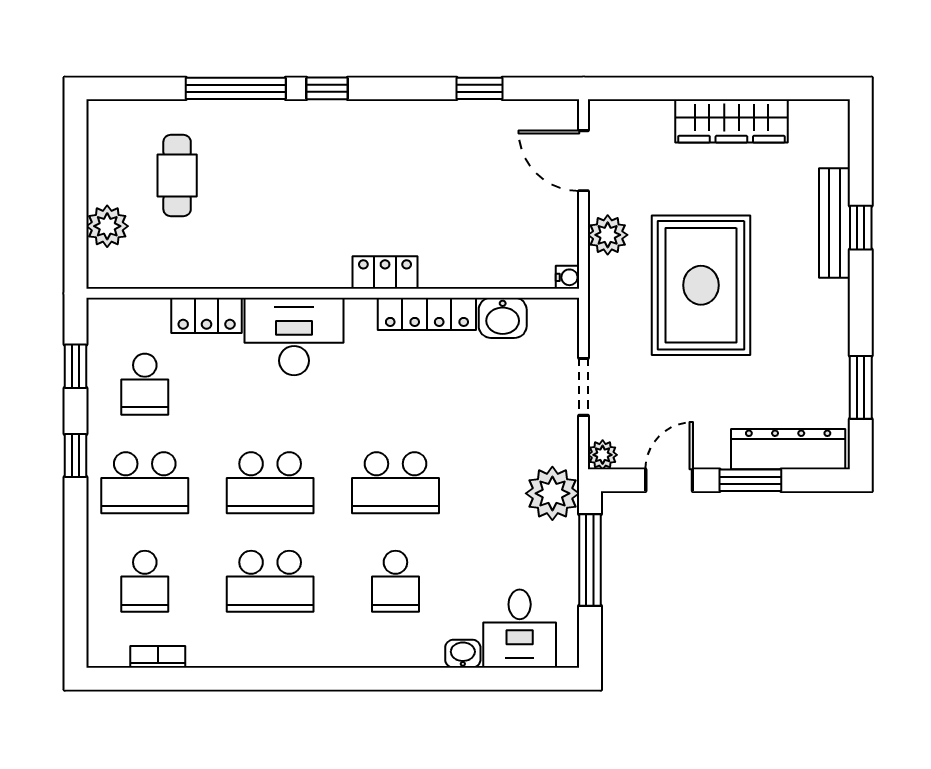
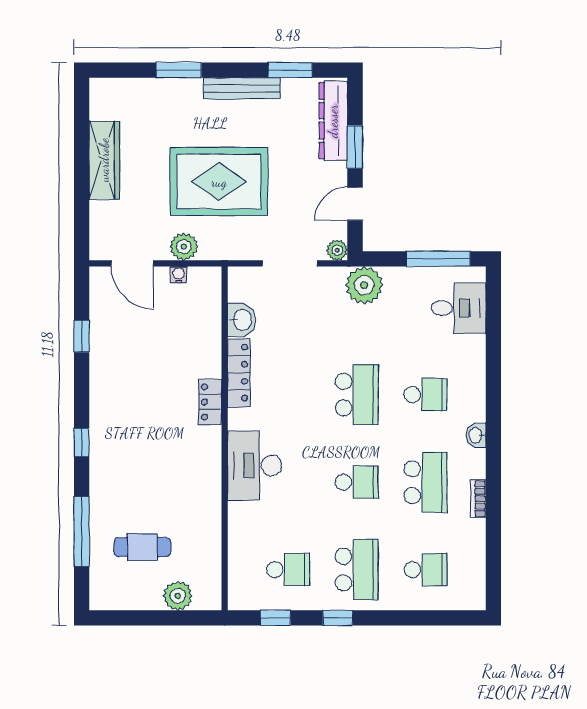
window: (236, 88) -> (82, 531), moved
door: (584, 161) -> (132, 263), hinge flipped
bench: (835, 223) -> (242, 88), moved
window: (861, 228) -> (179, 70), width x1.50
water cooler: (568, 277) -> (179, 275), moved
locker: (207, 315) -> (240, 527), removed
doorway: (584, 387) -> (290, 263), width x1.38
door: (669, 480) -> (355, 204), hinge flipped
school desk: (270, 483) -> (357, 482), width x0.54
window: (590, 560) -> (438, 259), moved
washbasin: (463, 654) -> (476, 435), moved
bookcase: (158, 657) -> (478, 499), moved

